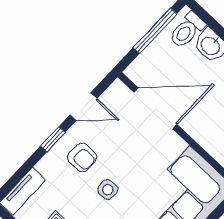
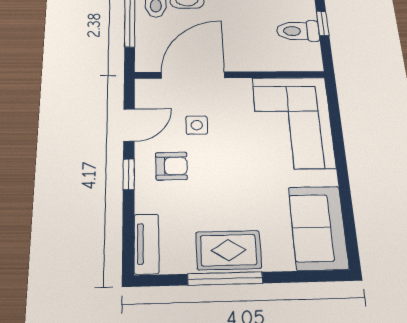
side table: (108, 190) -> (197, 125), moved

